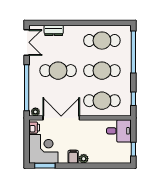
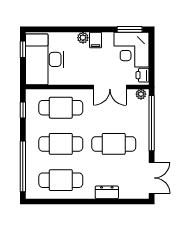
dresser: (54, 30) -> (107, 192), moved
double door: (27, 42) -> (152, 178), swing flipped
double door: (61, 118) -> (110, 87), width x0.73
desk: (119, 131) -> (45, 59), width x1.87, depth x1.30

